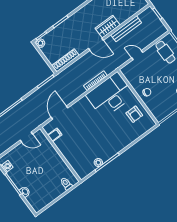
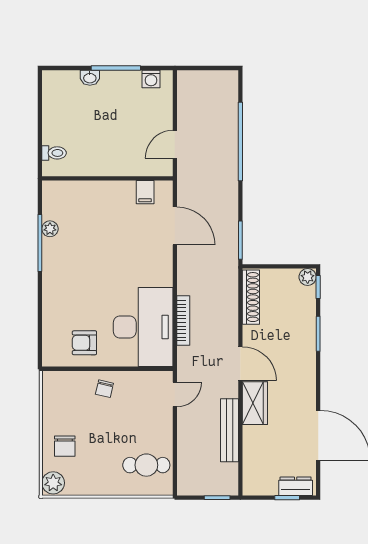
door: (96, 44) -> (240, 364), swing flipped
door: (137, 55) -> (175, 394), moved

